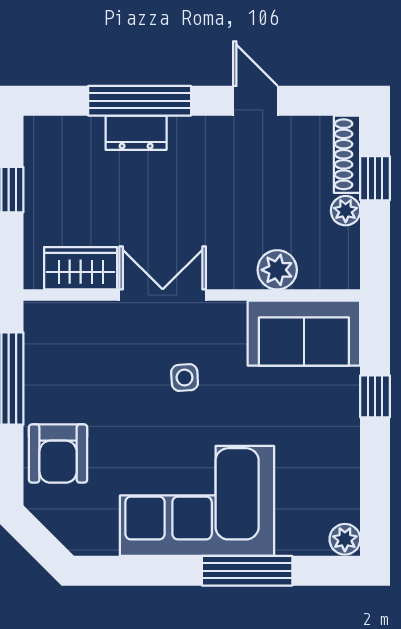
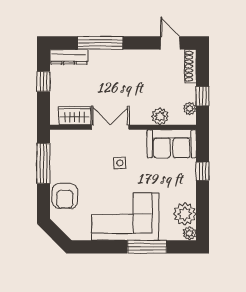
door: (255, 101) -> (170, 43), moved
dresser: (136, 133) -> (69, 57), moved, width x1.44
window: (375, 178) -> (203, 96), moved
plant: (346, 211) -> (190, 109), moved
plant: (334, 495) -> (185, 214), added

